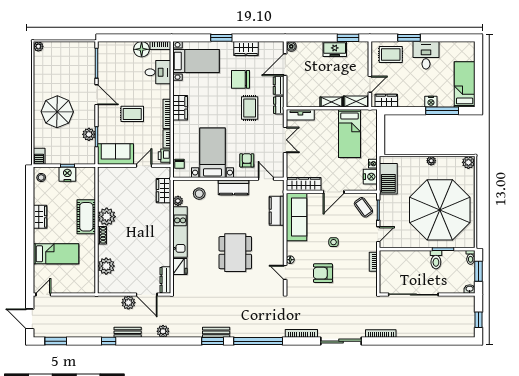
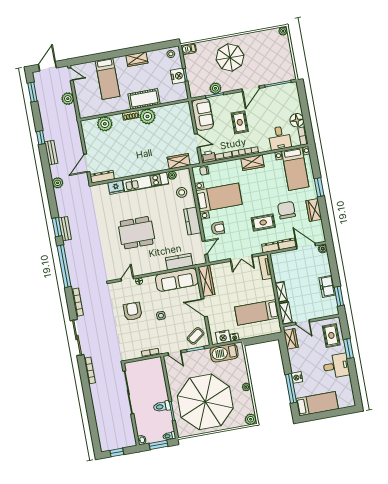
plant: (128, 303) -> (68, 99), moved

